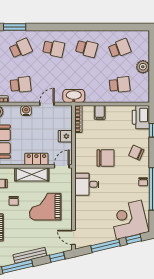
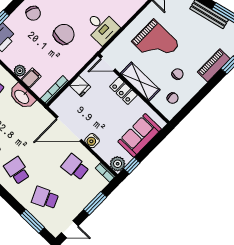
washbasin: (74, 96) -> (22, 97), moved
door: (47, 104) -> (69, 129), width x1.87
plant: (111, 110) -> (20, 71), added
chair: (105, 158) -> (64, 34), turned 90

